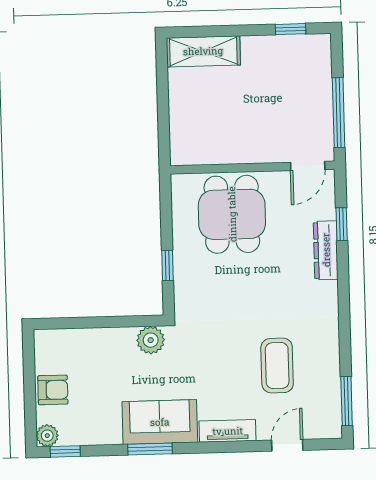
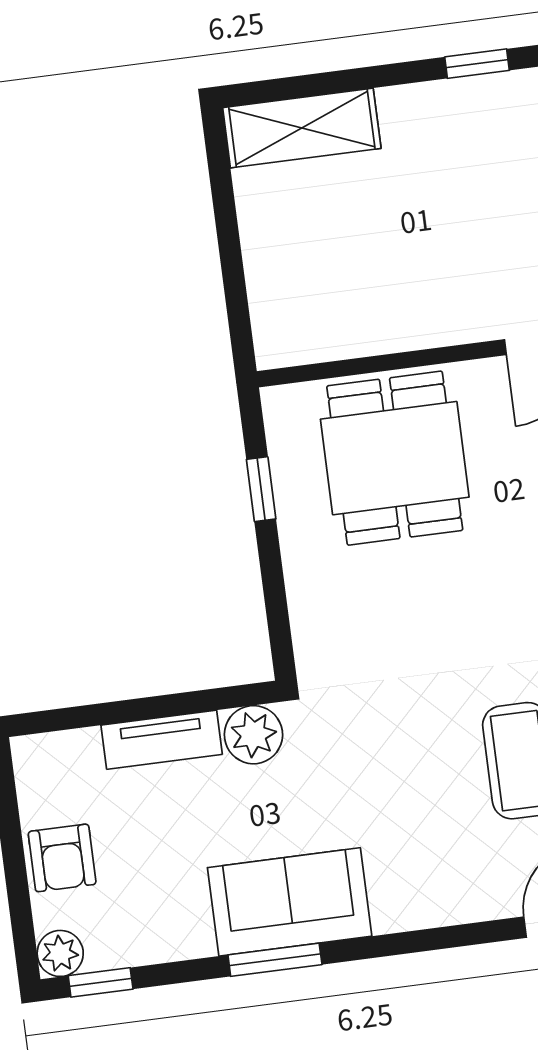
window: (167, 265) -> (261, 489), moved
armchair: (53, 390) -> (62, 858), turned 90
tv unit: (228, 431) -> (162, 740), moved, turned 180

